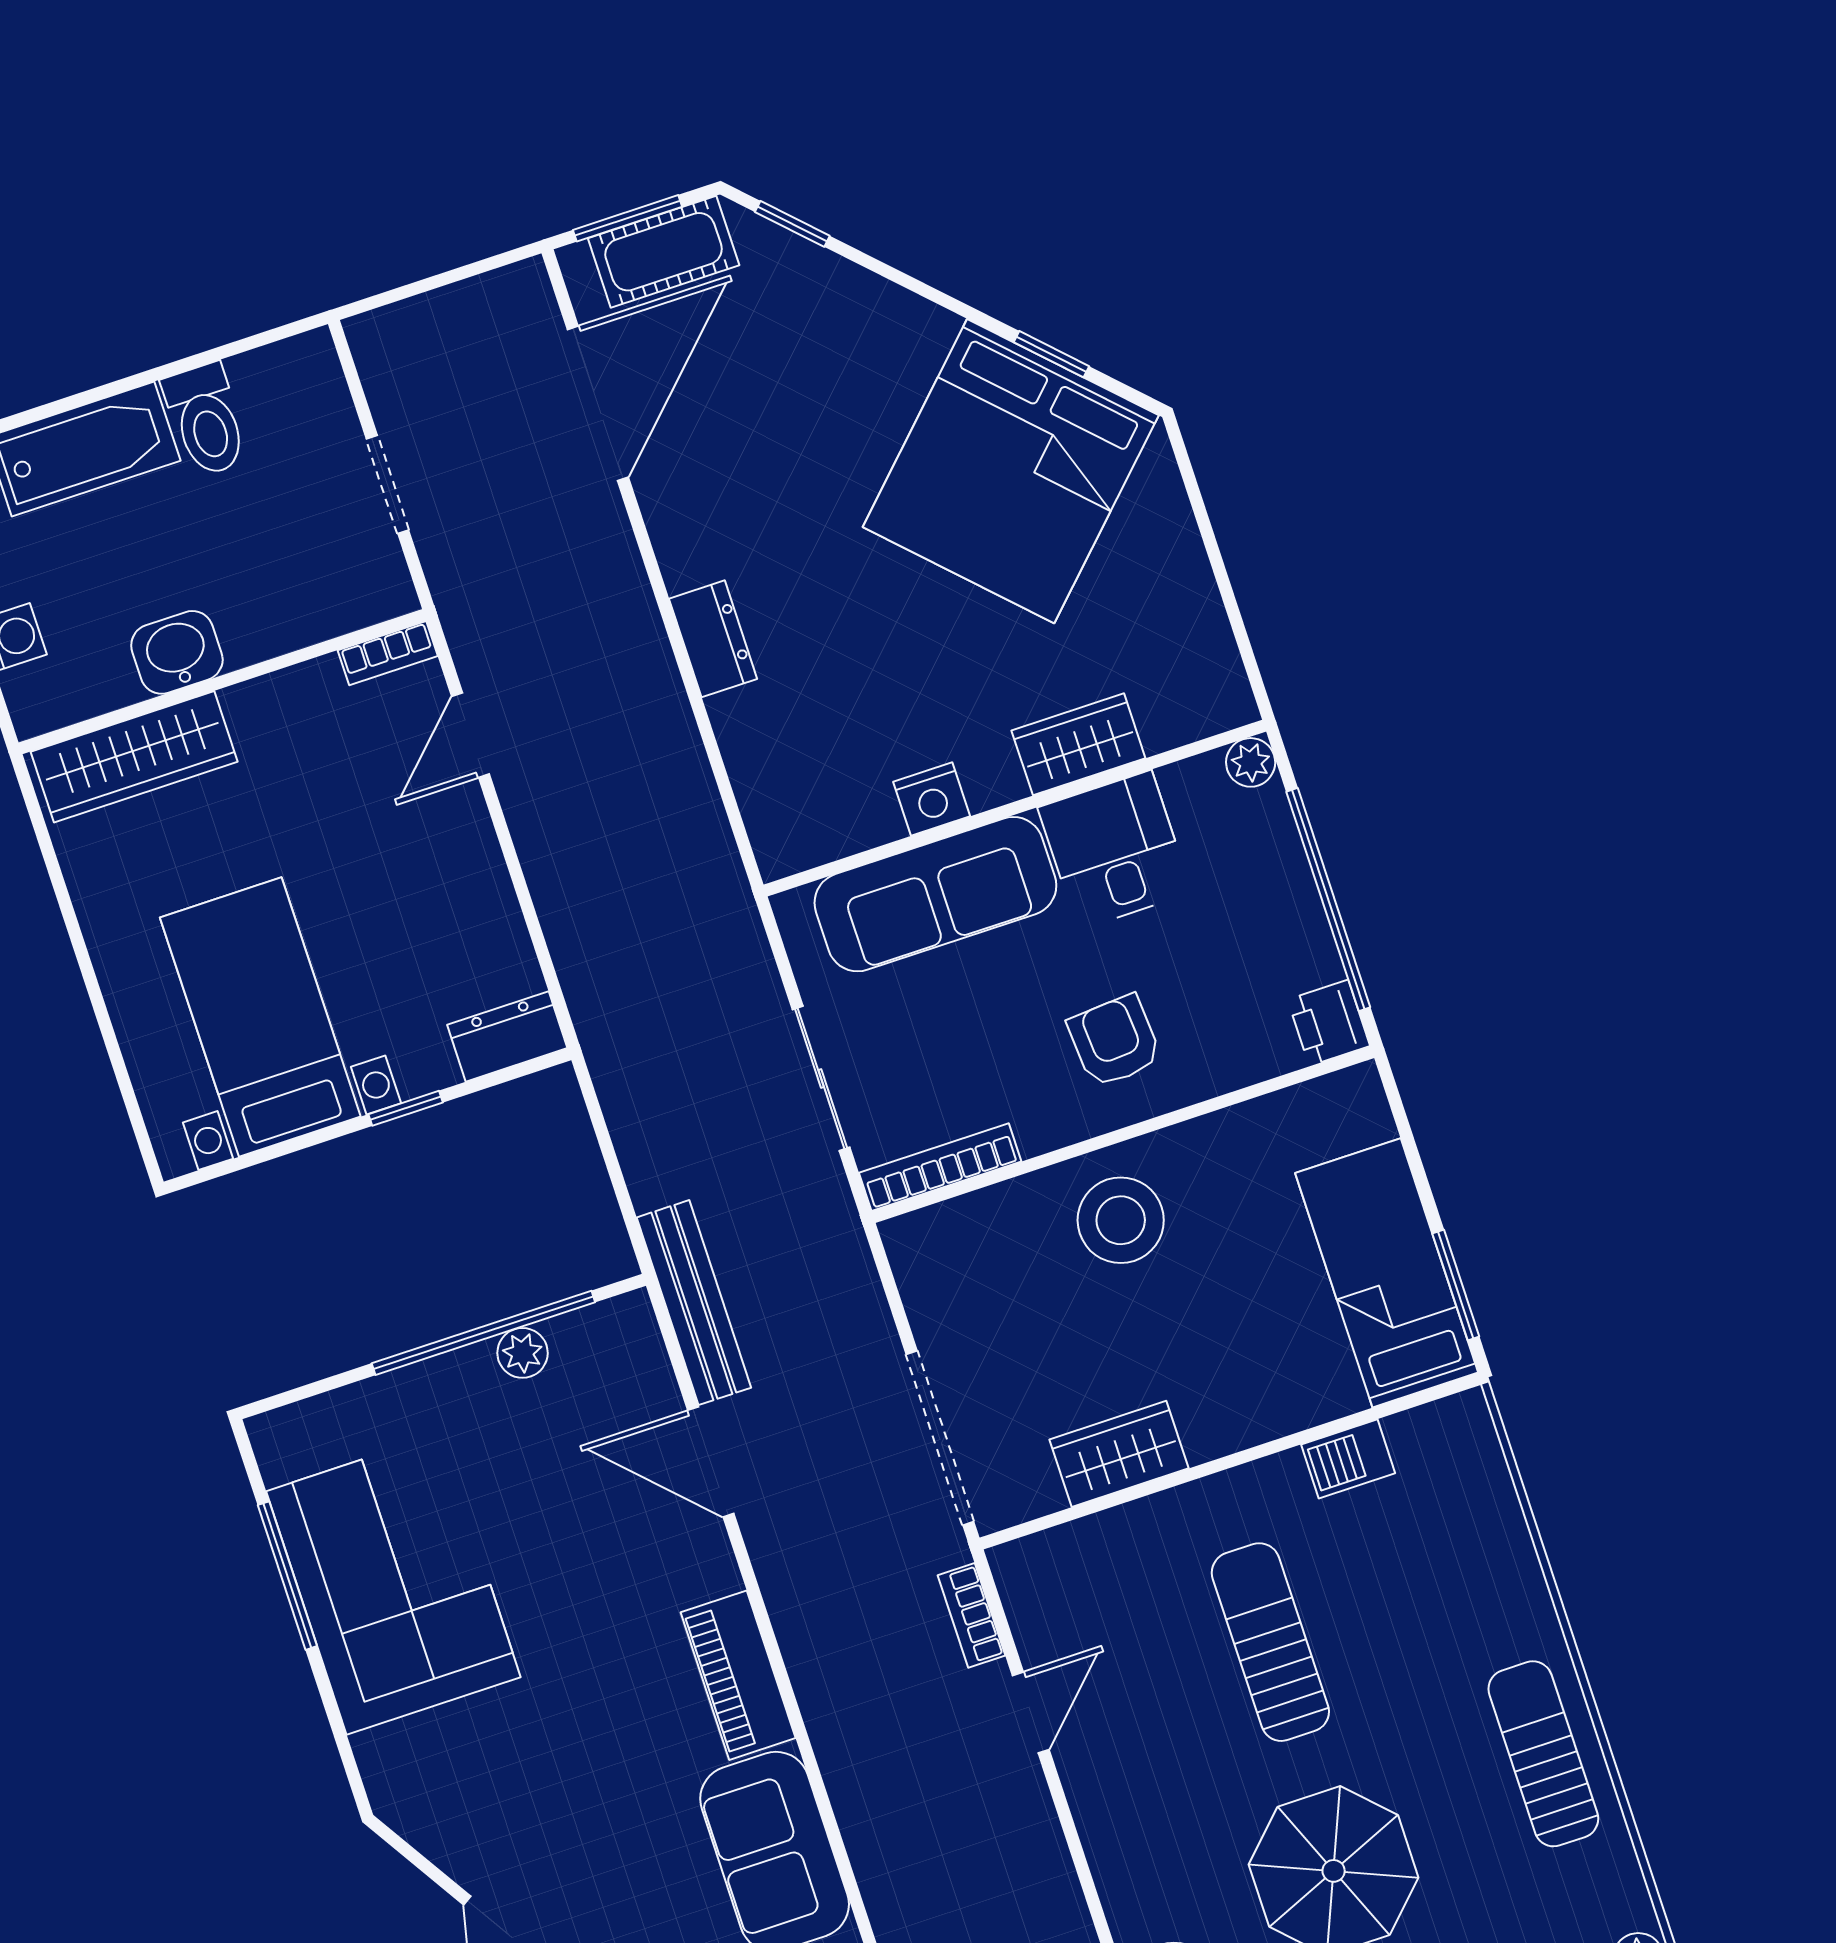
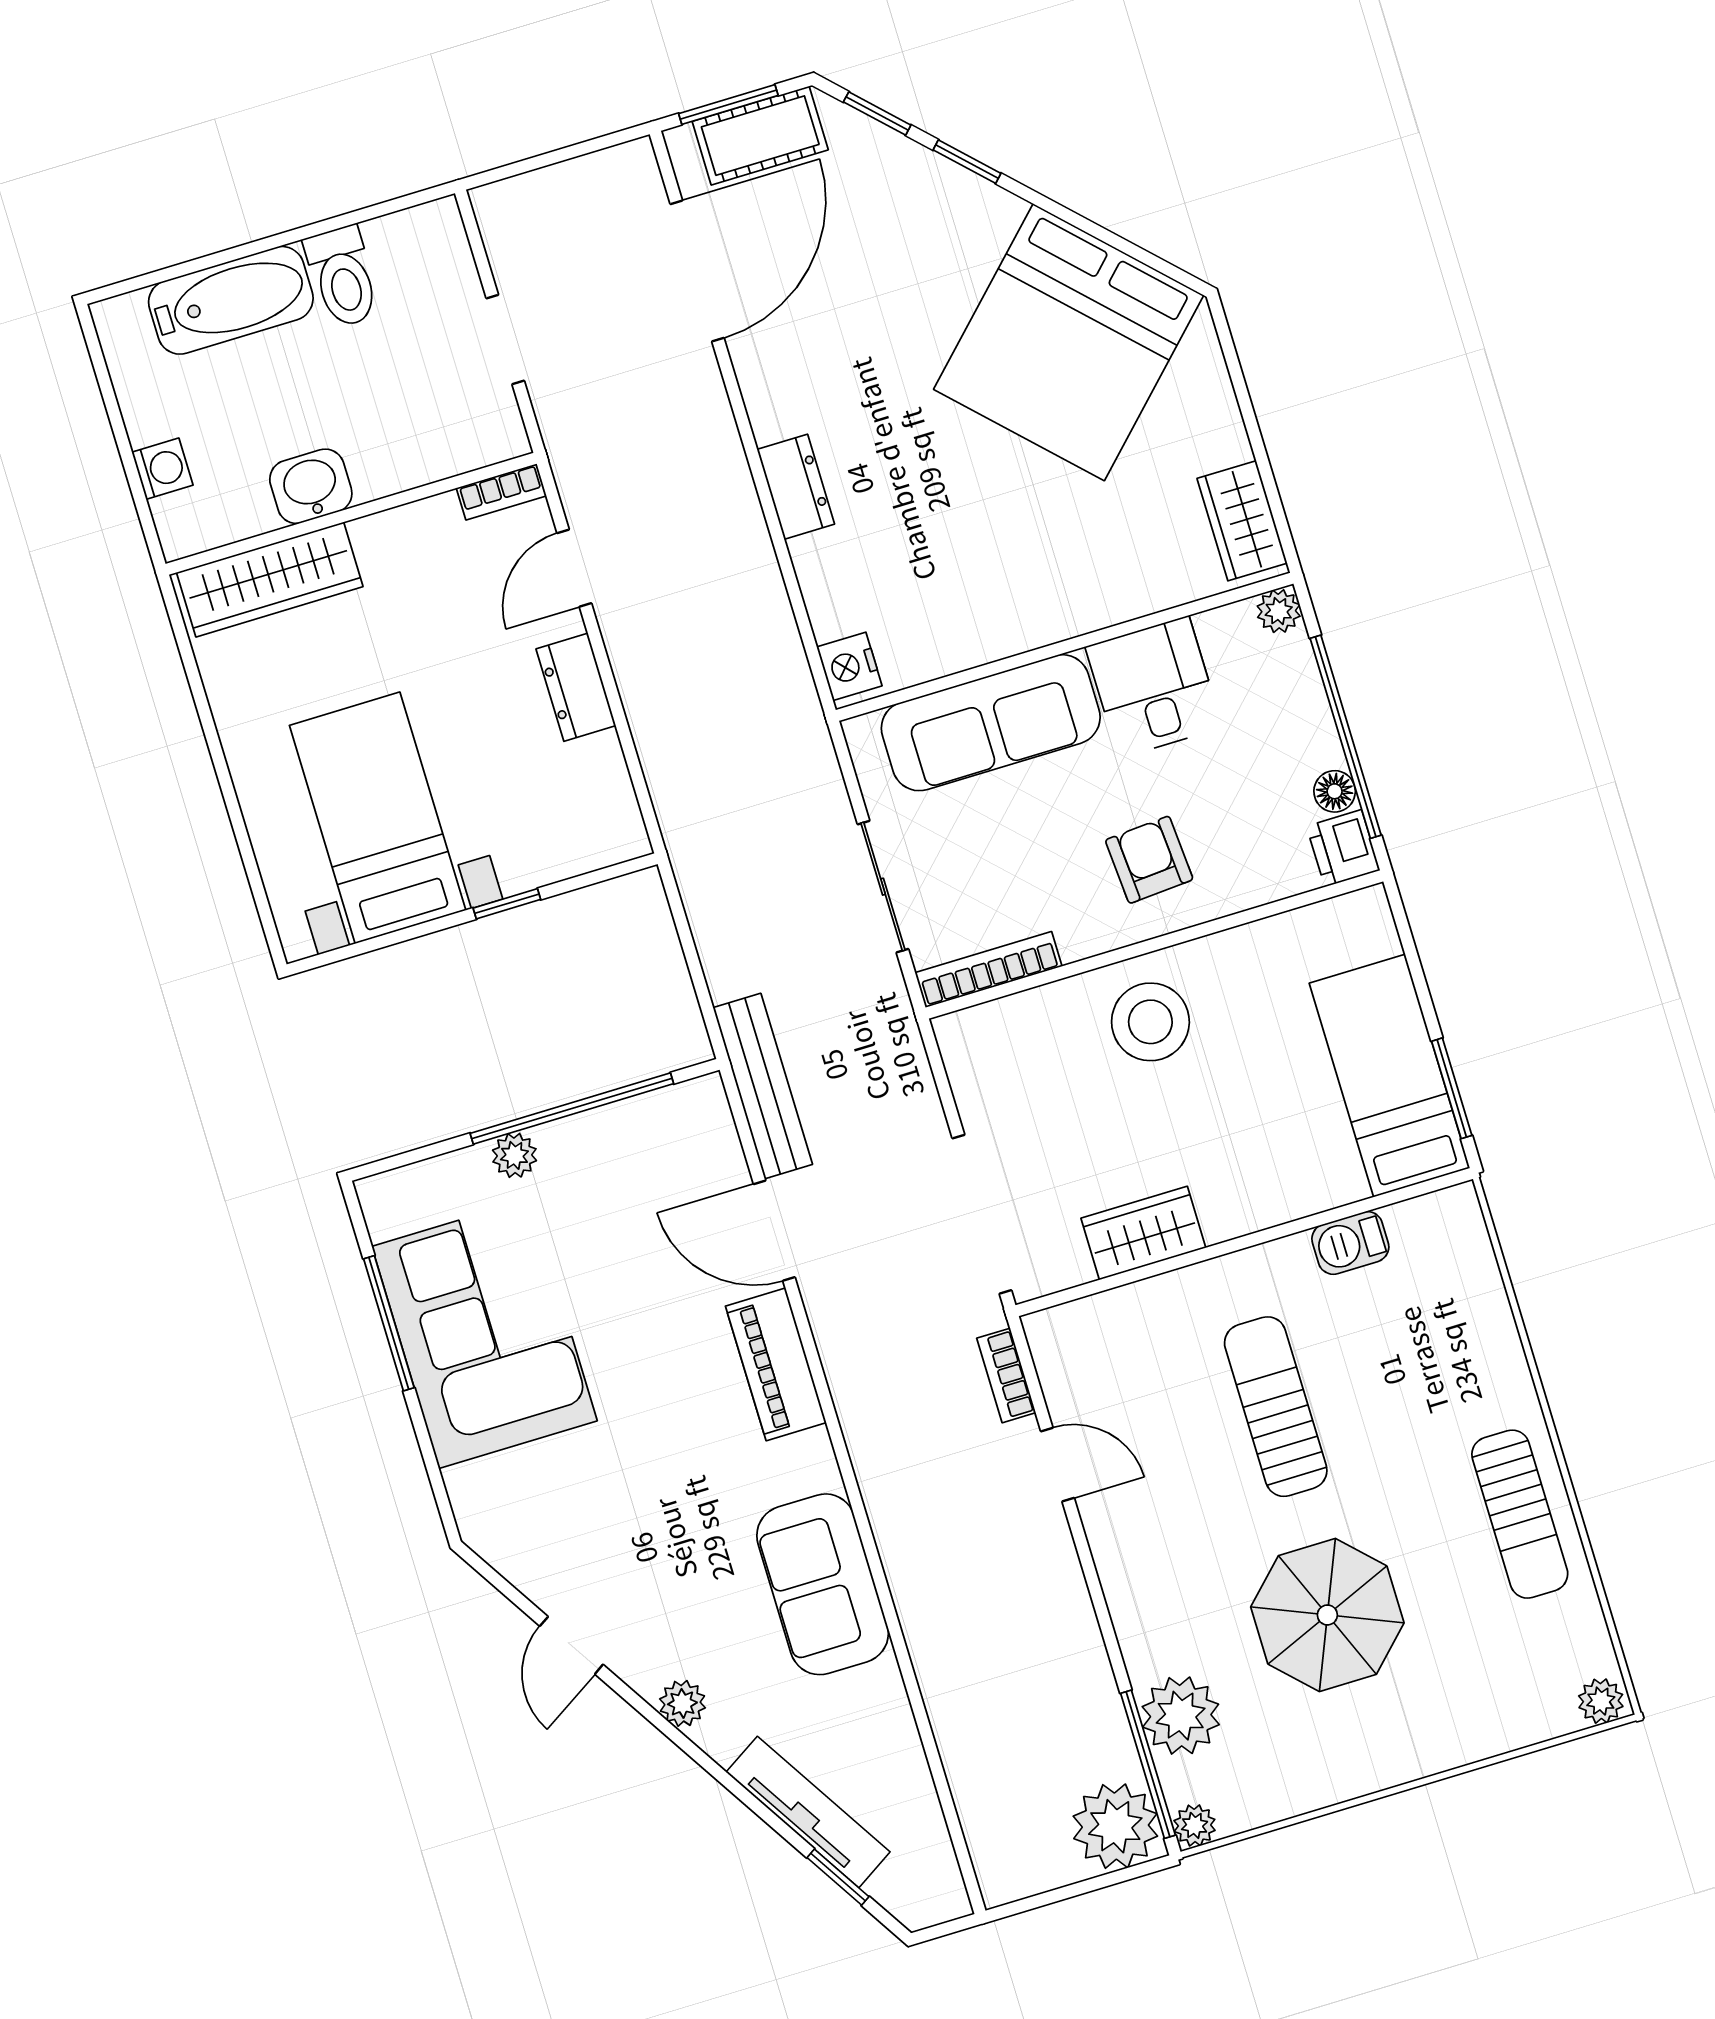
window: (1051, 354) -> (967, 162), moved
wardrobe: (1078, 744) -> (1242, 521), moved, turned -90
nightstand: (932, 799) -> (849, 666), moved, turned 90
floor lamp: (1318, 960) -> (1335, 791), added
dresser: (507, 1036) -> (576, 687), moved, turned -90
plant: (523, 1353) -> (514, 1155), moved
piano: (738, 1675) -> (776, 1364), moved
door: (1031, 1712) -> (1057, 1465), hinge flipped
sun lounger: (1543, 1754) -> (1520, 1514), turned 180

